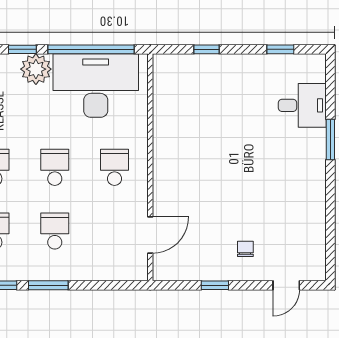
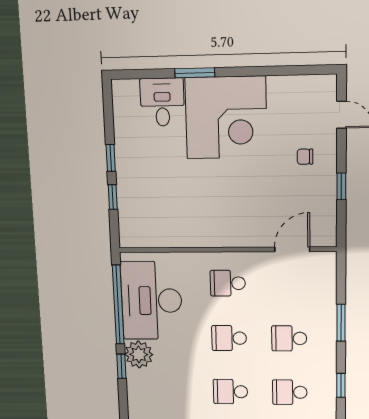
window: (280, 49) -> (111, 158), moved
corner desk: (286, 170) -> (226, 118), added
door: (150, 235) -> (292, 249), hinge flipped
window: (48, 285) -> (341, 323), moved

